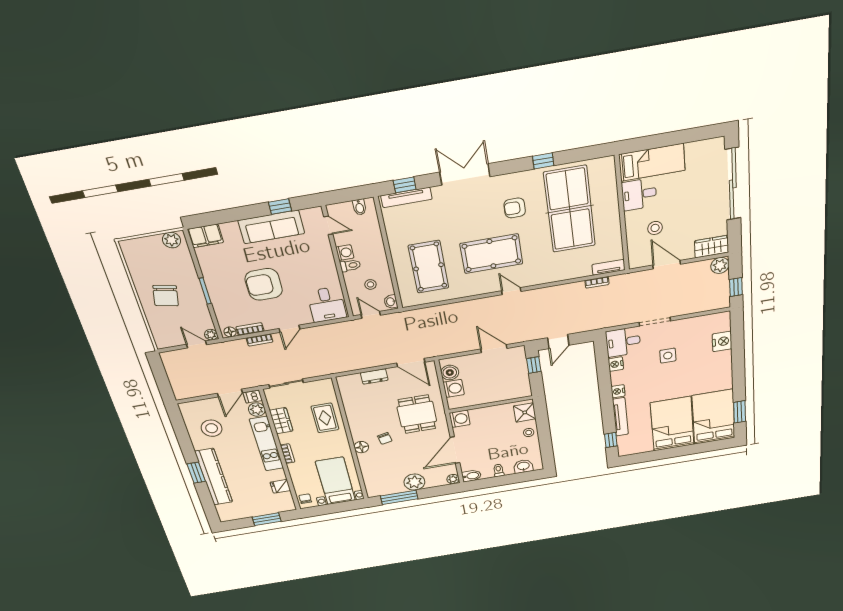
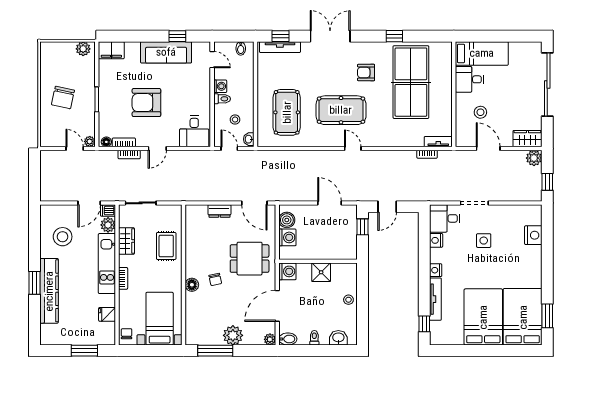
shower: (525, 412) -> (321, 272), moved
dining table: (417, 414) -> (250, 259), turned 90

